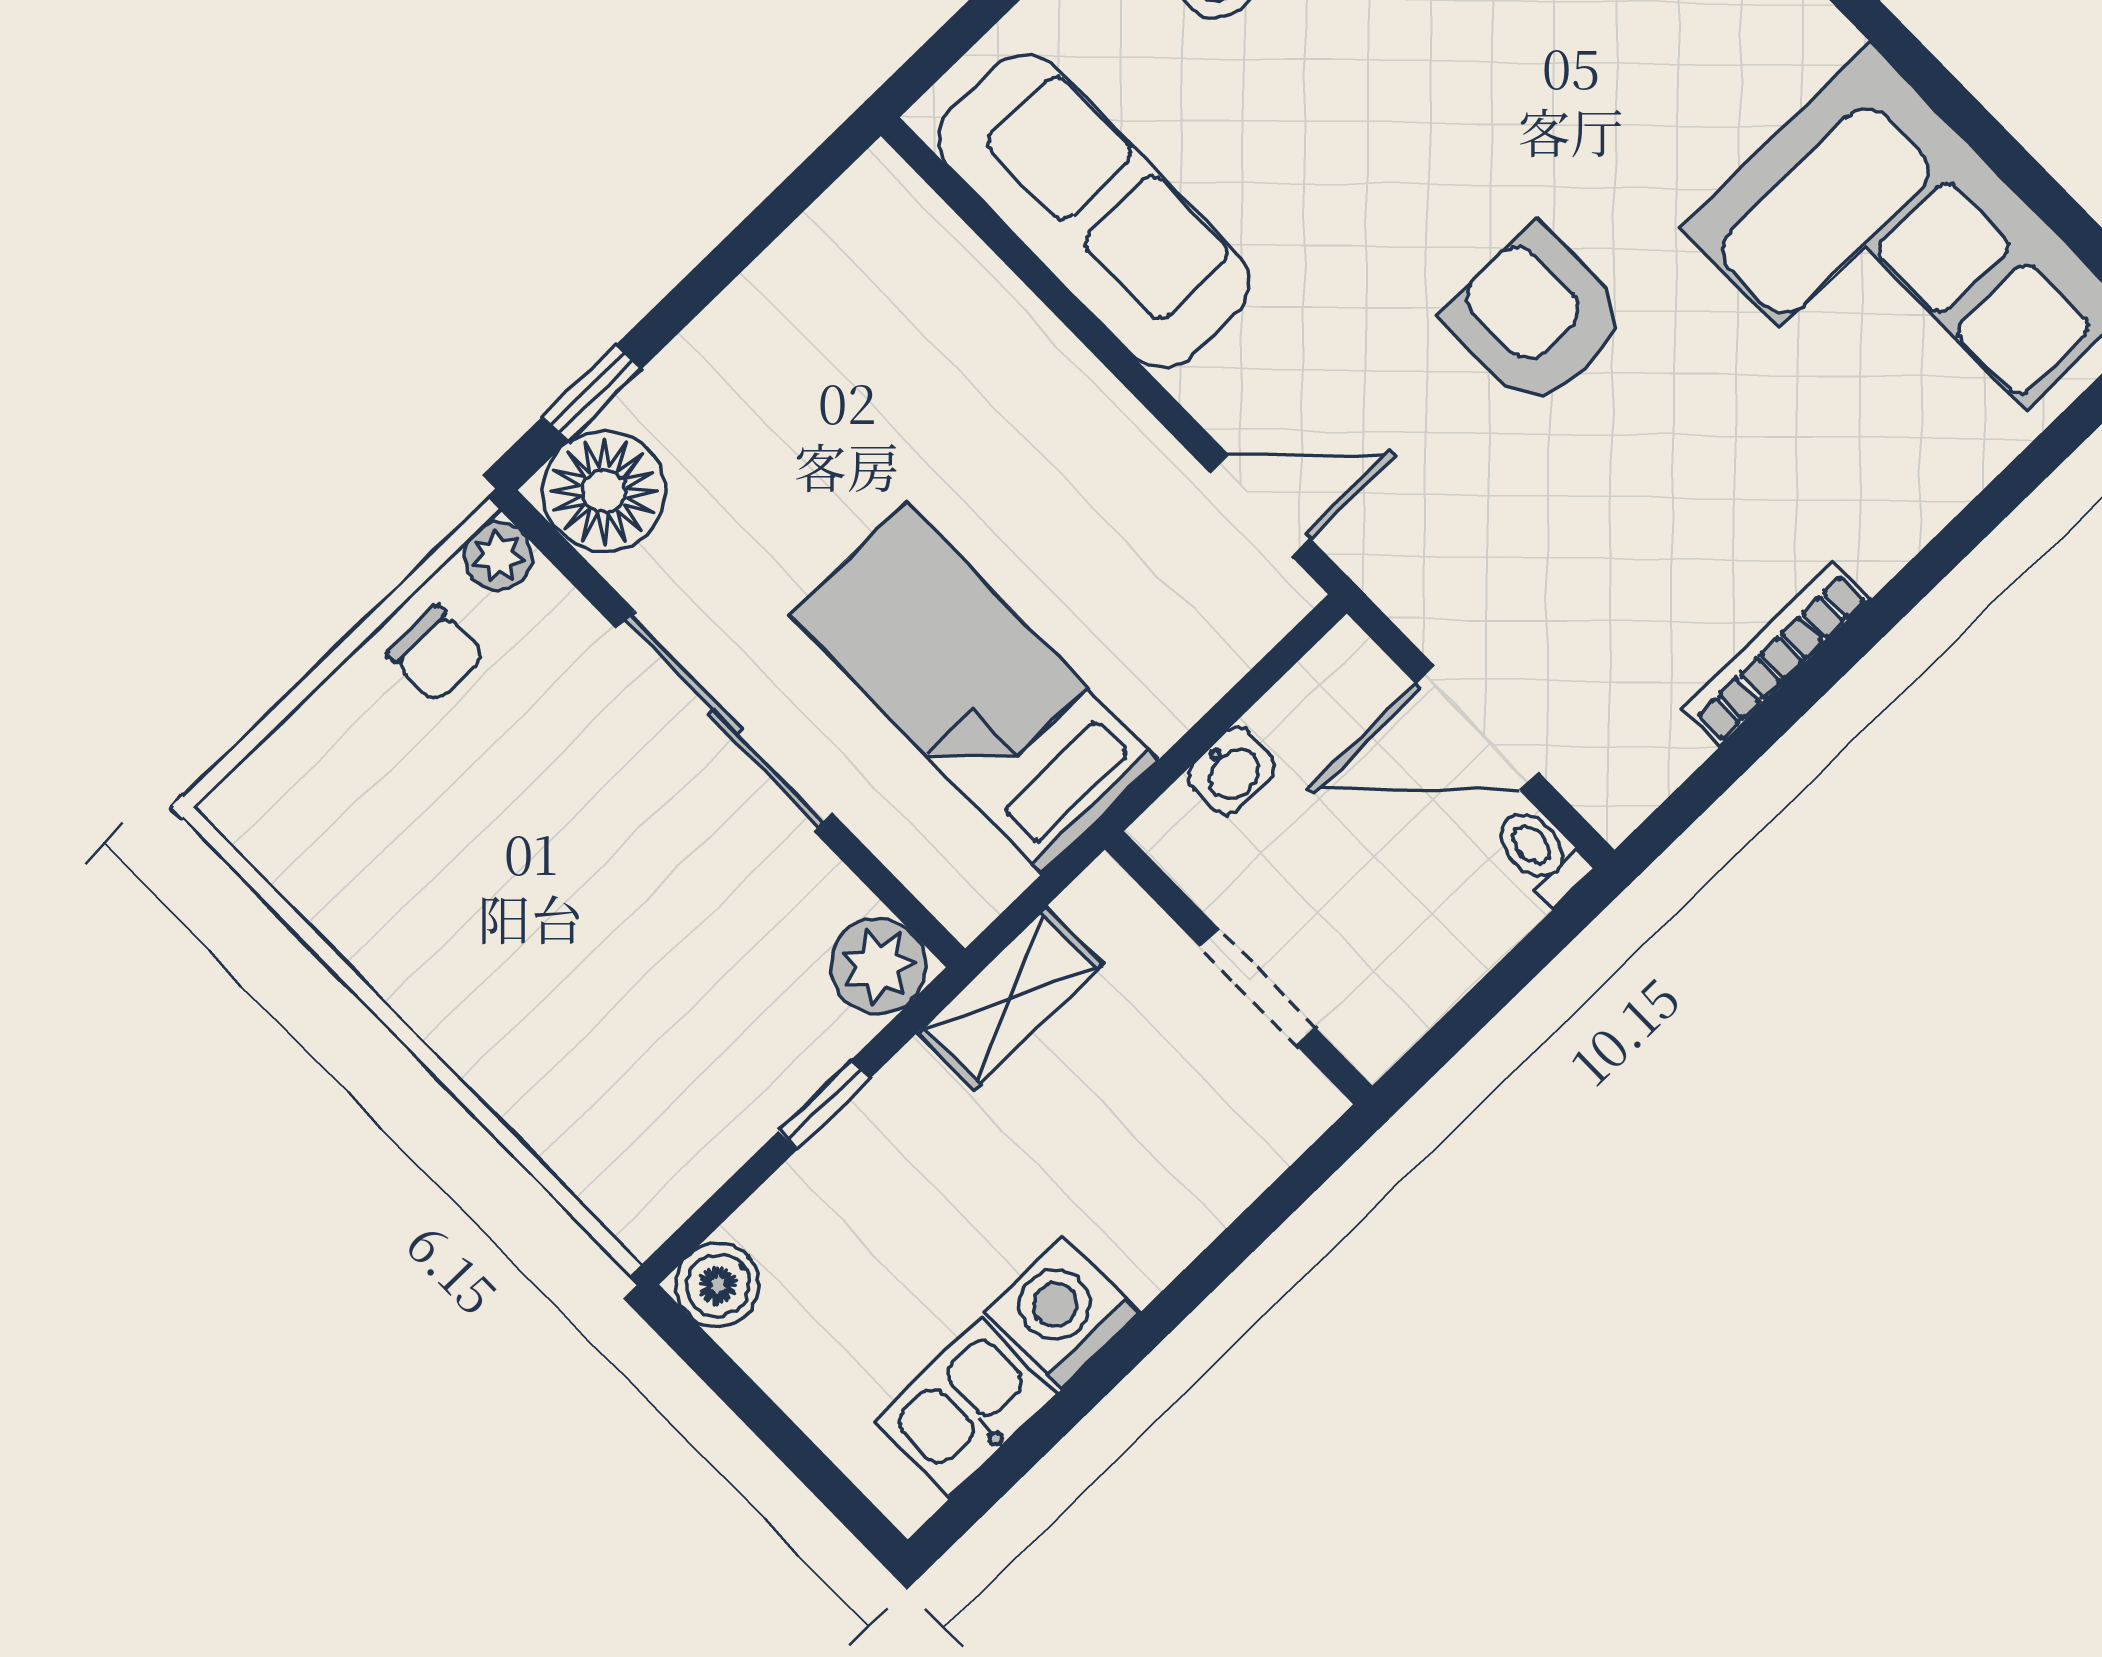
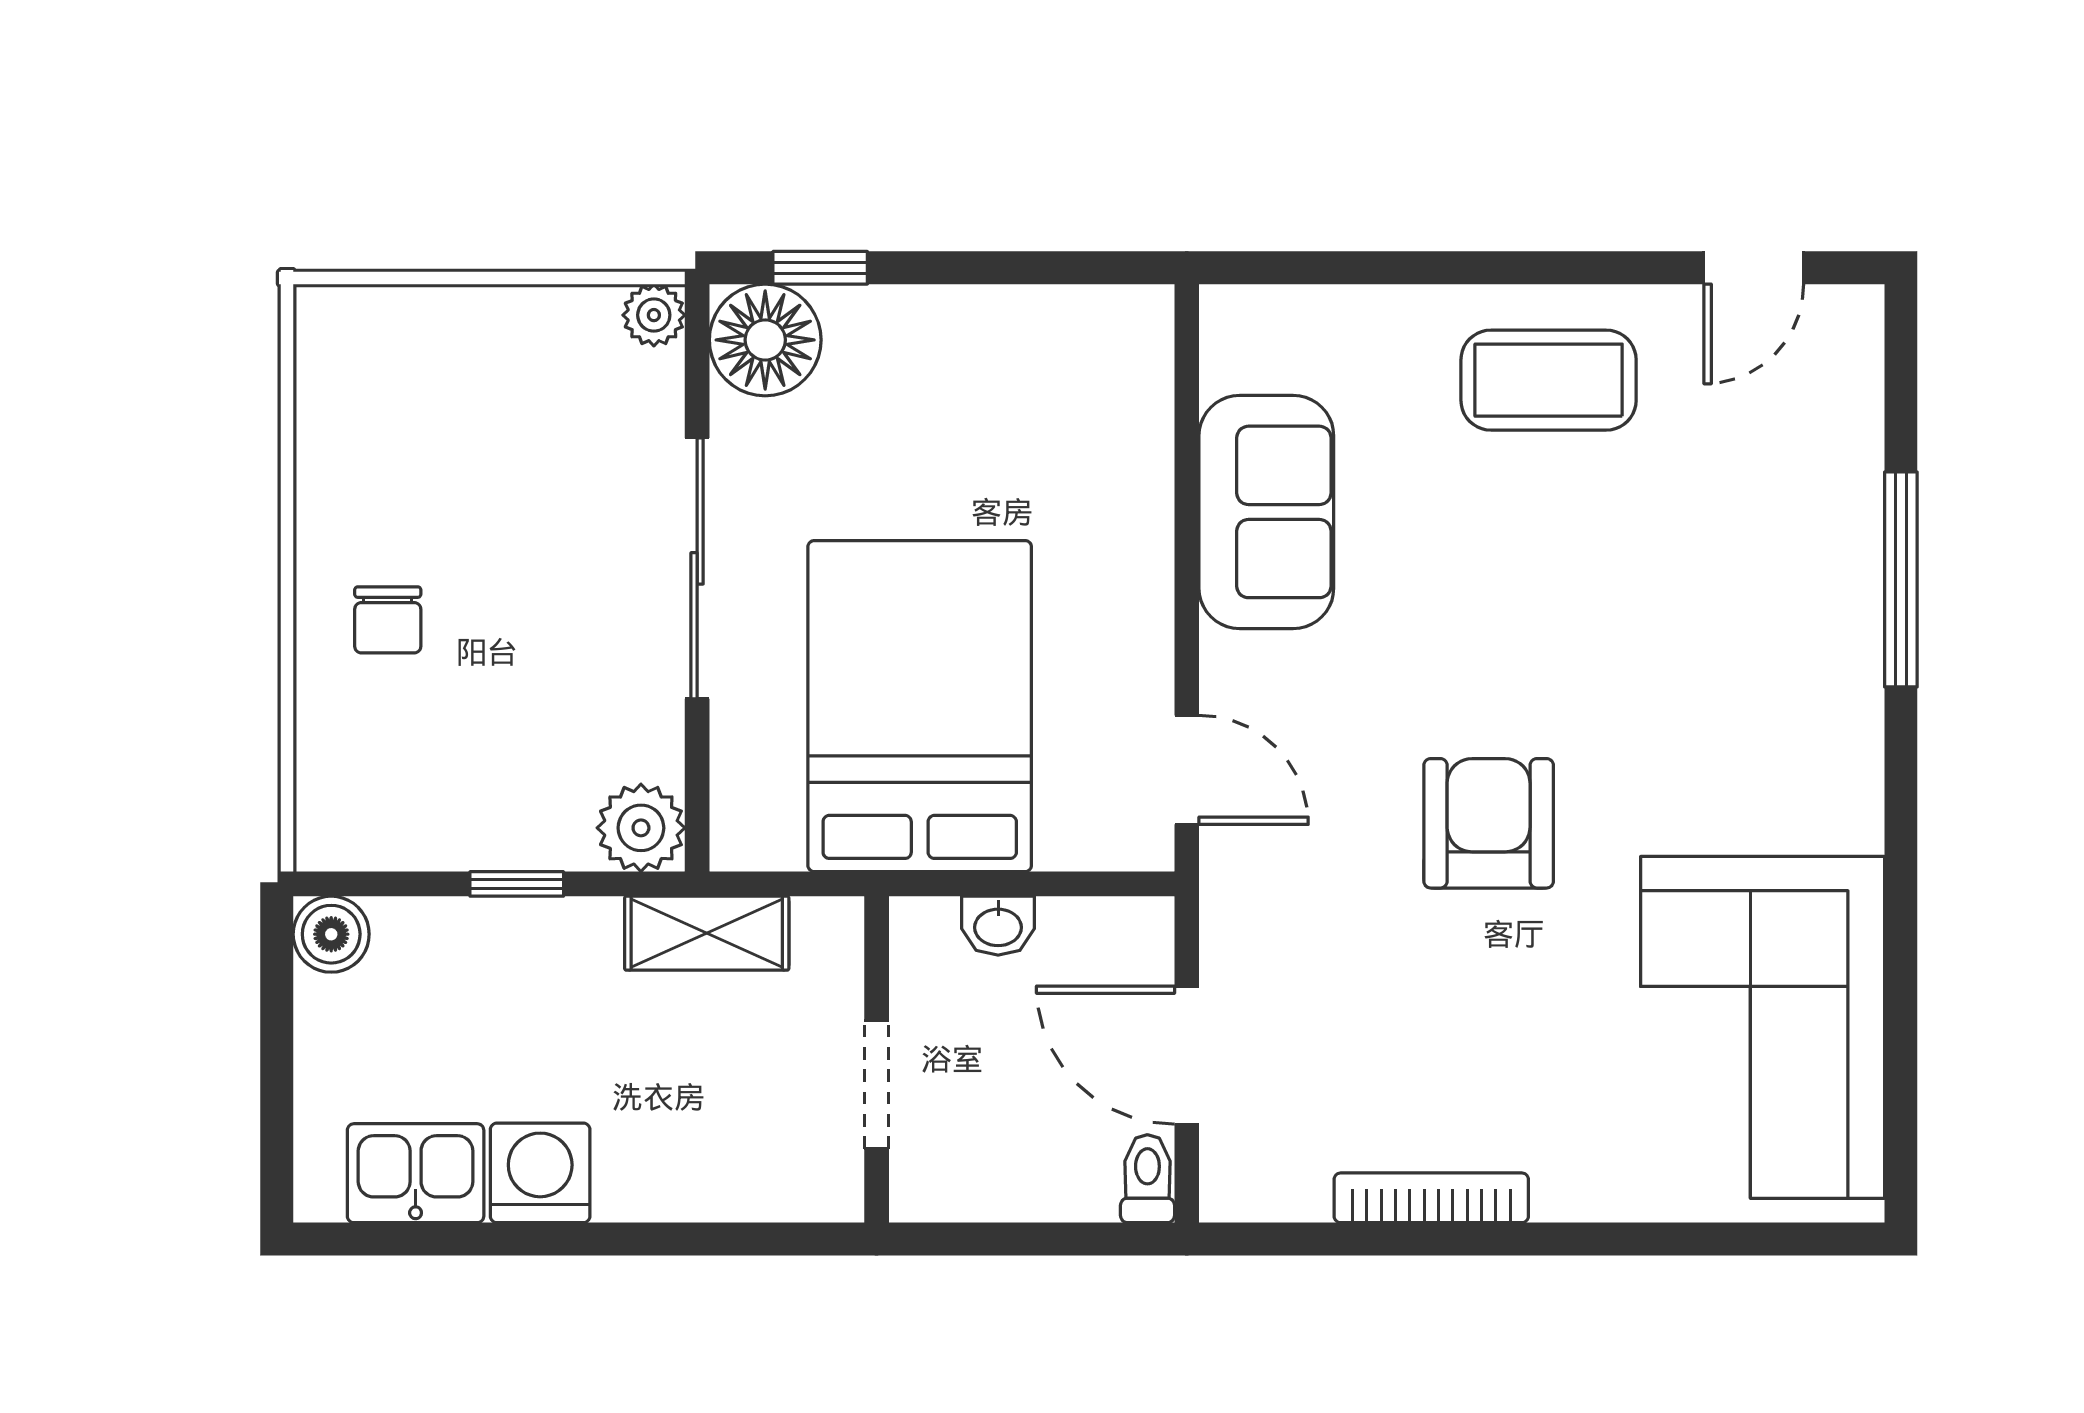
sofa: (1094, 211) -> (1266, 512), width x0.73
chair: (436, 654) -> (388, 620), moved
bed: (974, 688) -> (920, 706), width x1.50

